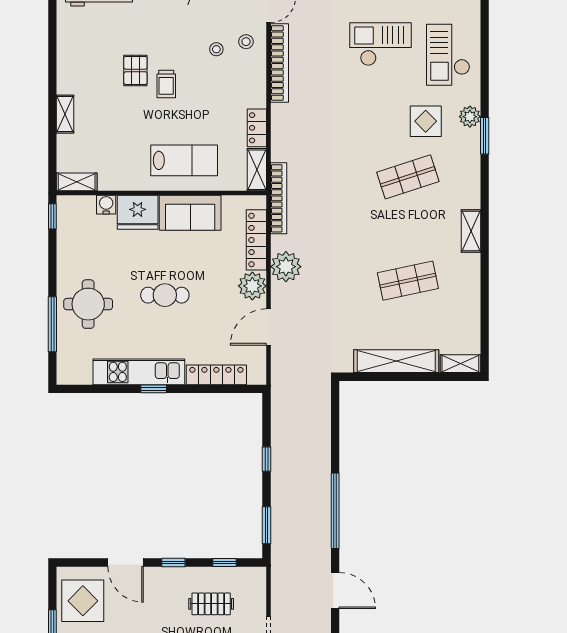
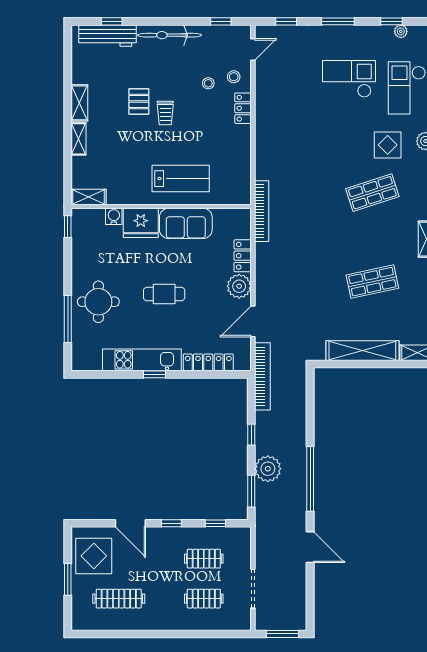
bookcase: (279, 63) -> (262, 376), moved
locker: (257, 128) -> (243, 108), moved
shelving: (257, 170) -> (79, 103), moved
locker: (256, 240) -> (243, 256), width x0.66
plant: (286, 267) -> (268, 469), moved

